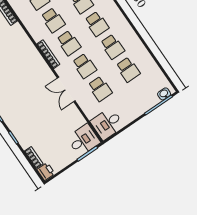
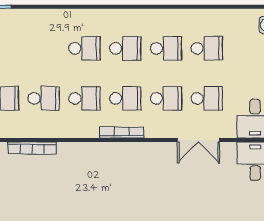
double door: (66, 89) -> (198, 140), moved

